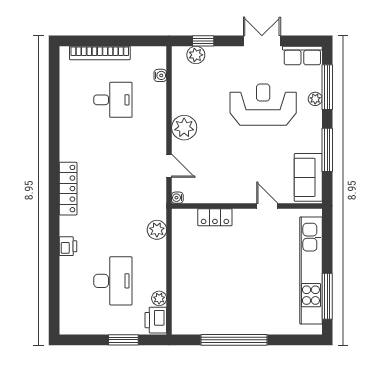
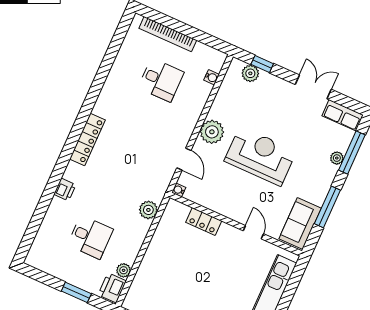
reception desk: (263, 105) -> (260, 156), moved
desk: (113, 281) -> (90, 237), width x0.73

